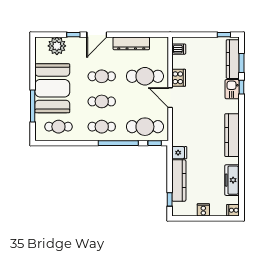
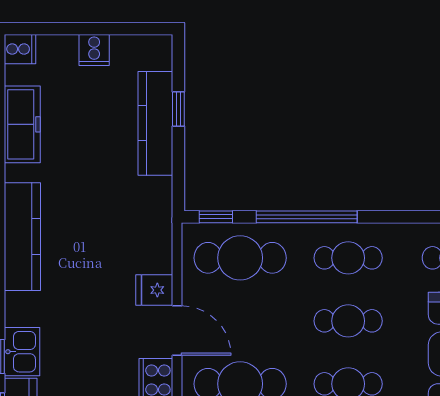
fridge: (179, 153) -> (154, 290), moved
window: (170, 199) -> (178, 109), moved

